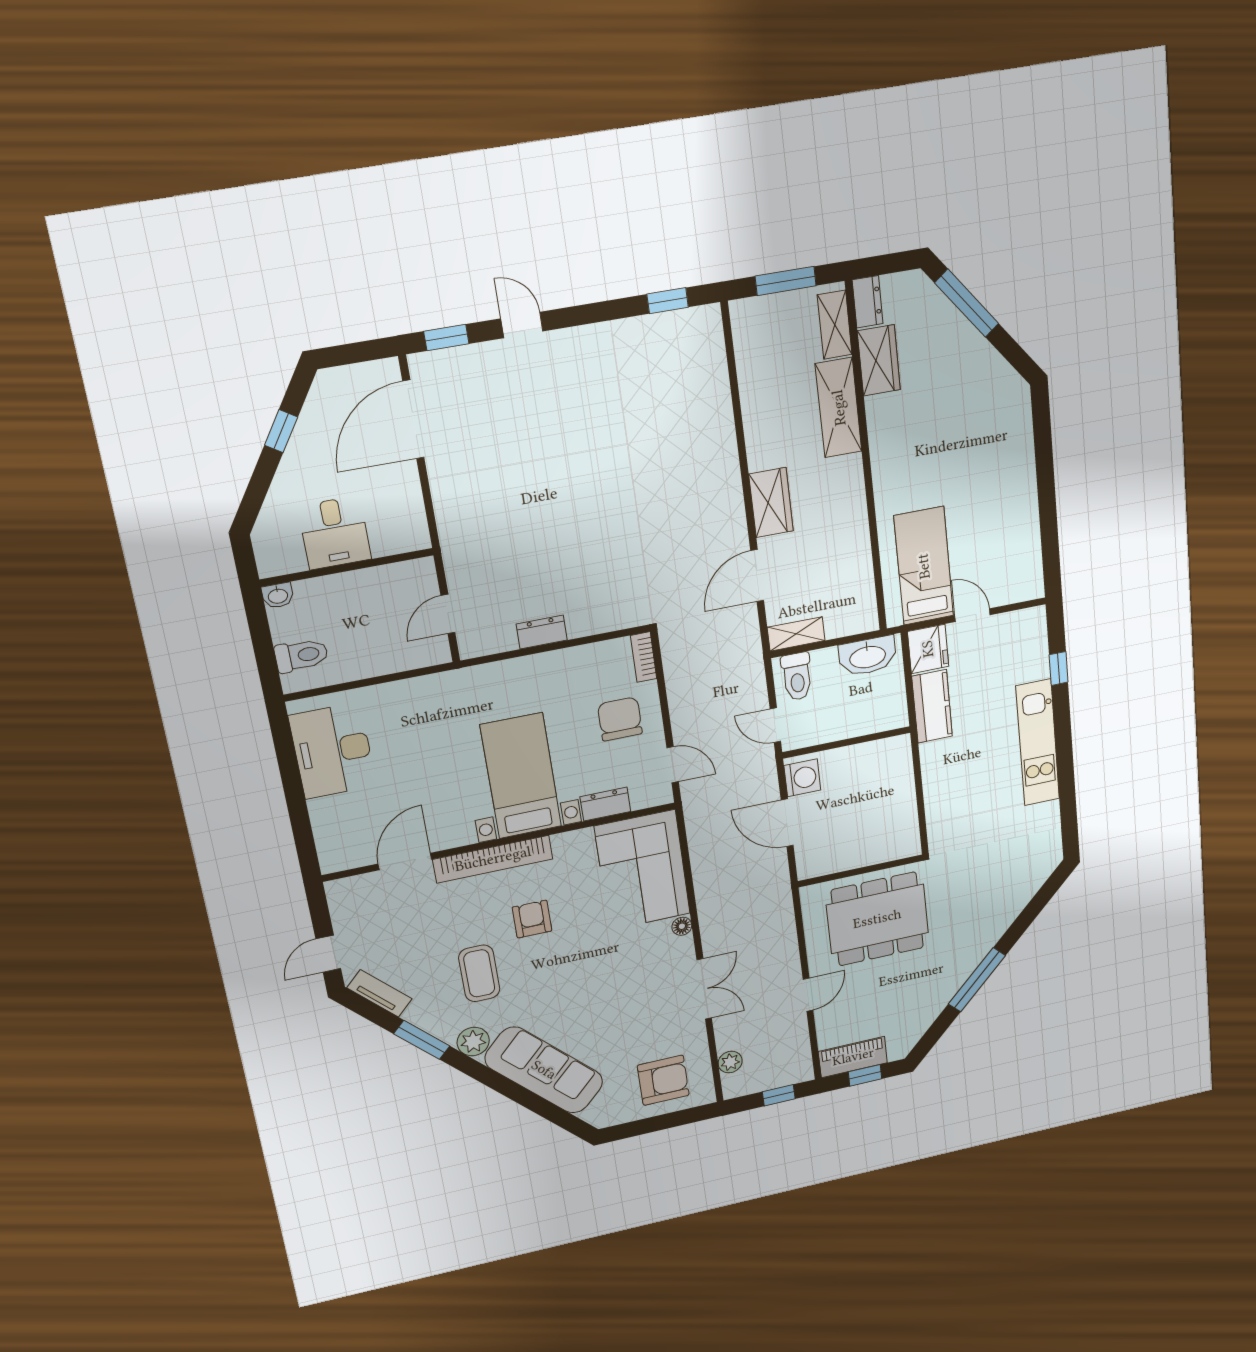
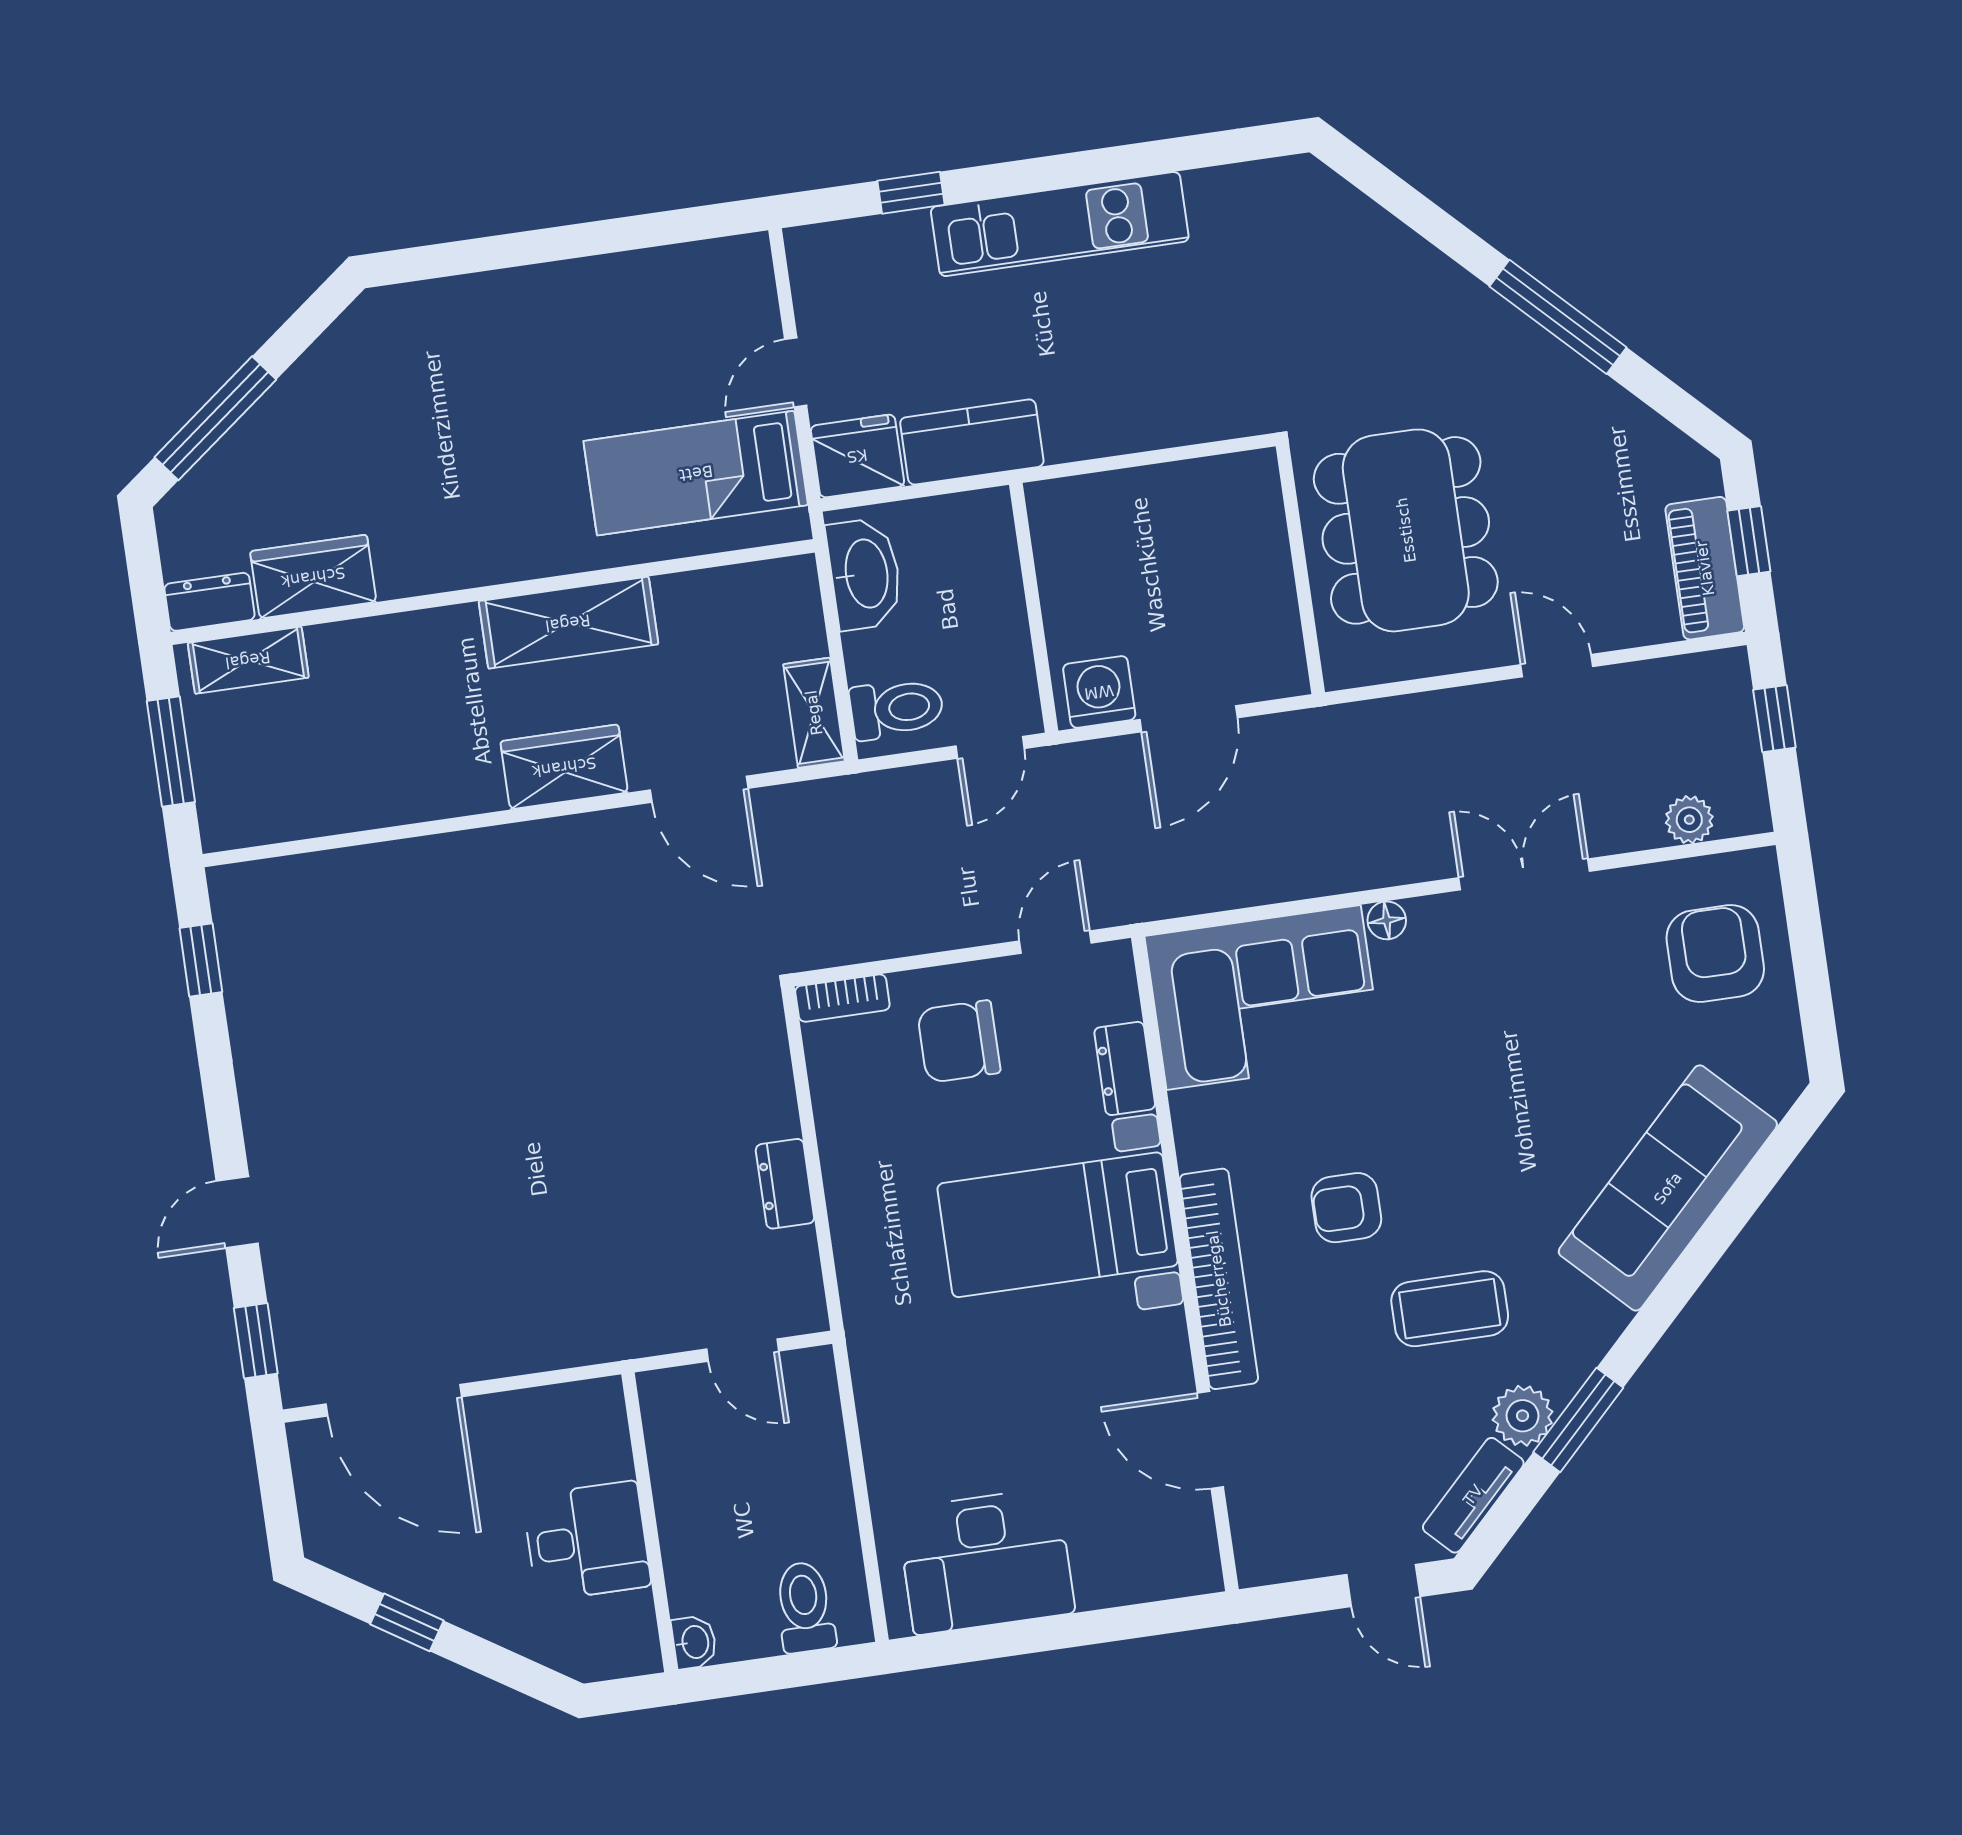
shelving: (839, 408) -> (568, 623), moved
plant: (473, 1042) -> (1523, 1416), moved

